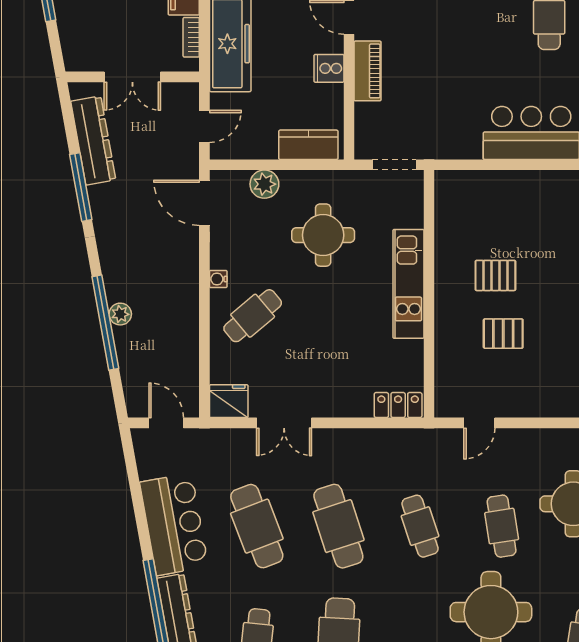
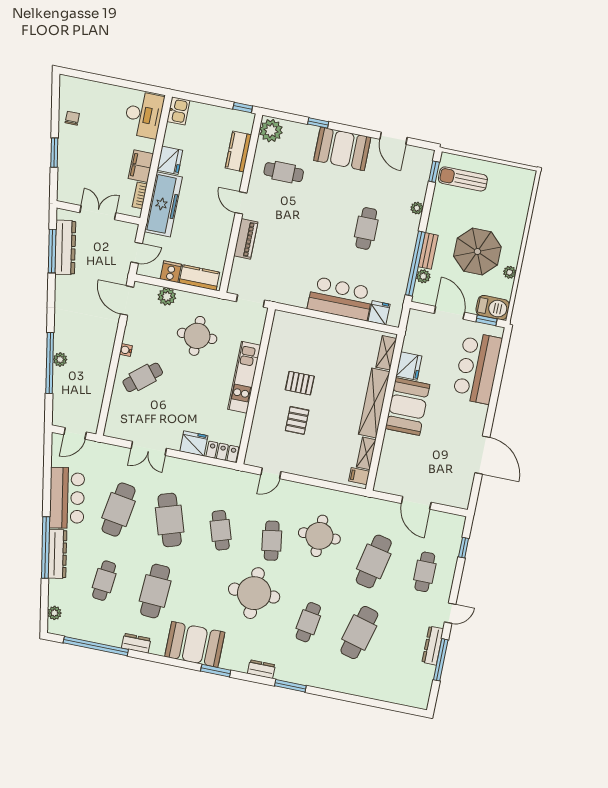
cooker: (329, 68) -> (171, 272), moved, turned 90
double door: (132, 77) -> (98, 213), swing flipped
window: (81, 187) -> (52, 251), moved
pallet: (503, 334) -> (297, 420), turned 90
fridge: (229, 401) -> (194, 443), moved
door: (166, 423) -> (75, 433), swing flipped
cafe table: (257, 526) -> (119, 510), turned 30

